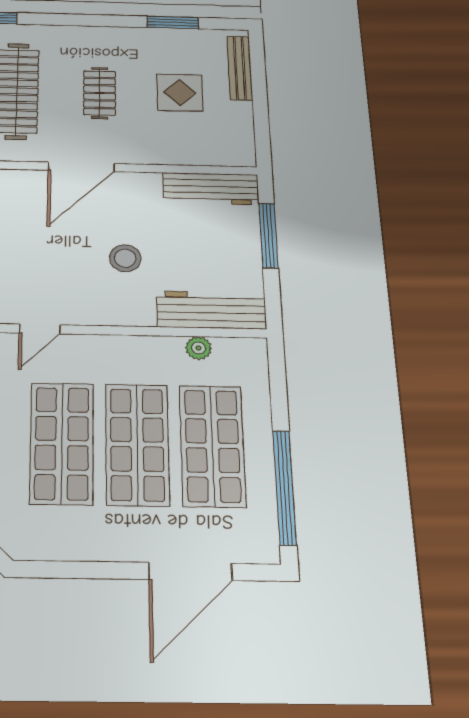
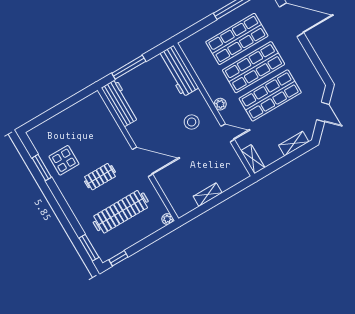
bench: (240, 68) -> (49, 125), removed
display table: (180, 92) -> (64, 160), moved
stool: (125, 258) -> (192, 122), moved
plant: (199, 348) -> (220, 104), moved

